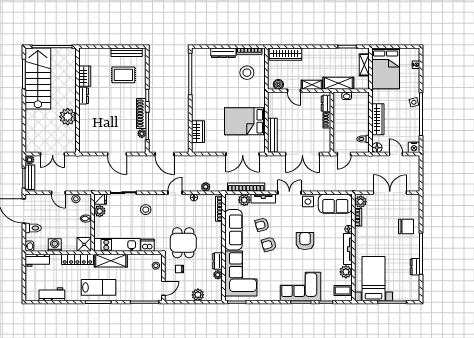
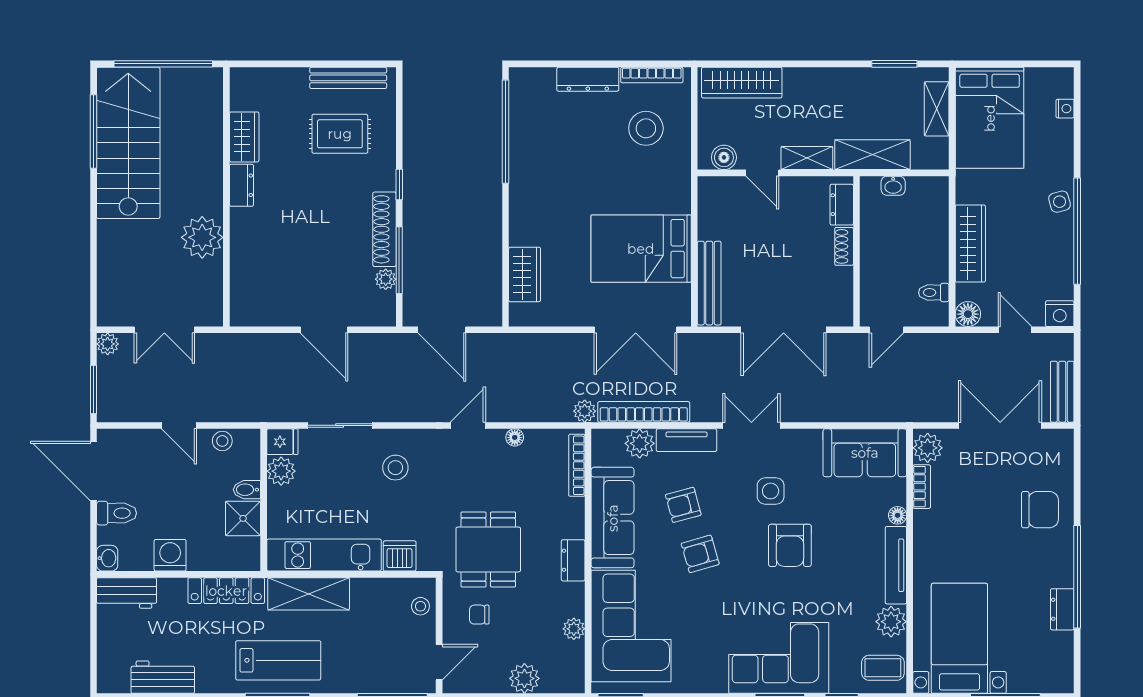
bench: (30, 177) -> (1062, 392), moved
plant: (206, 187) -> (585, 411), moved
side table: (308, 202) -> (771, 491), moved
armchair: (305, 241) -> (790, 545), turned 180
shower: (84, 244) -> (243, 518), moved
dresser: (217, 261) -> (573, 560), moved

